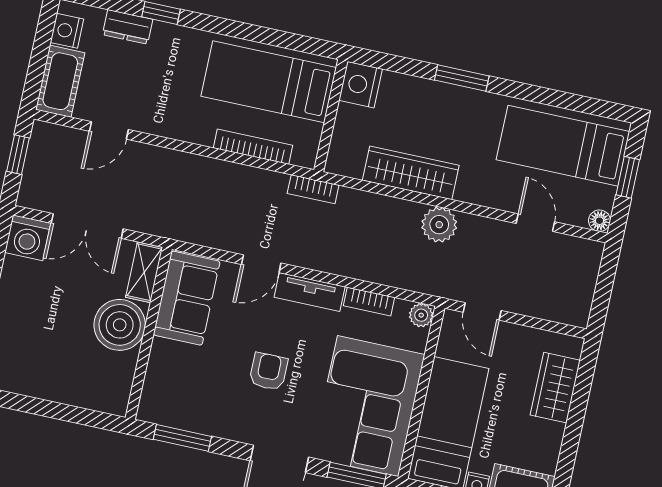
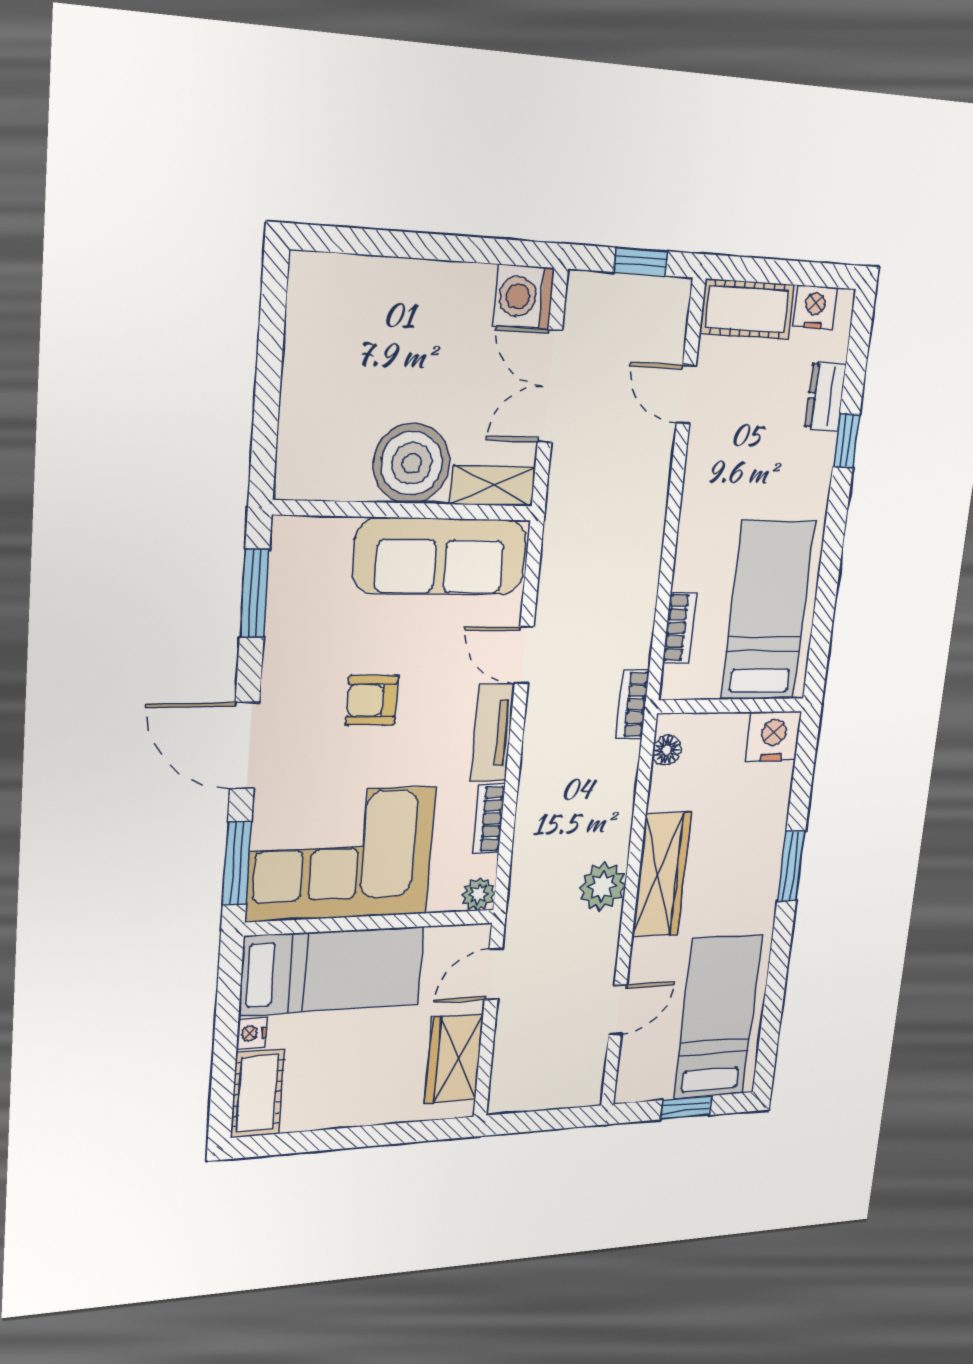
bookcase: (253, 147) -> (679, 628), width x0.64
wardrobe: (411, 173) -> (661, 875), moved
floor lamp: (600, 221) -> (667, 750), moved
sofa: (187, 298) -> (440, 556), width x1.36
armchair: (268, 371) -> (372, 700), turned 180
wardrobe: (555, 388) -> (454, 1058), moved, turned -90

